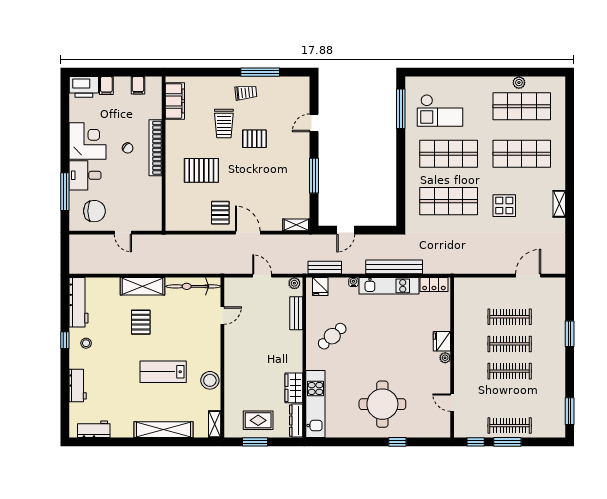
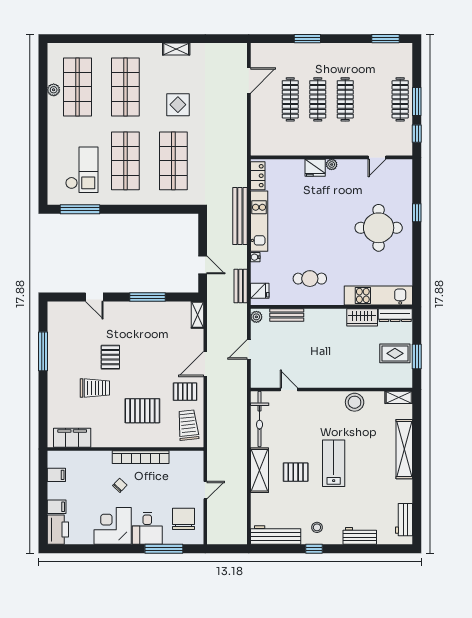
trolley: (246, 93) -> (188, 425), moved, width x1.36, depth x1.39
bookcase: (156, 148) -> (141, 457), moved
pallet: (201, 170) -> (142, 411), turned 90
door: (528, 276) -> (249, 80), swing flipped
cafe table: (332, 336) -> (310, 279), turned -48
lab bench: (163, 372) -> (334, 463), moved, turned 180
rug: (258, 420) -> (395, 353), turned 90

